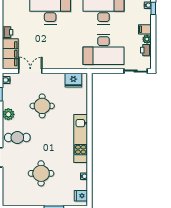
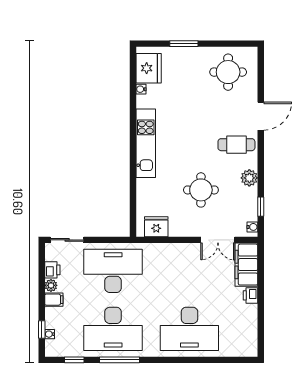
round table: (41, 173) -> (228, 72), moved
fridge: (81, 196) -> (149, 68), width x1.88, depth x1.34

